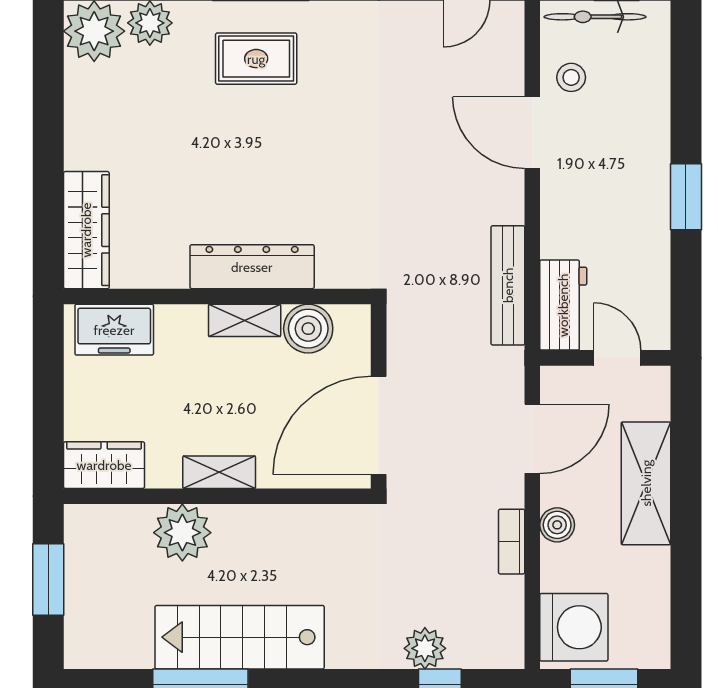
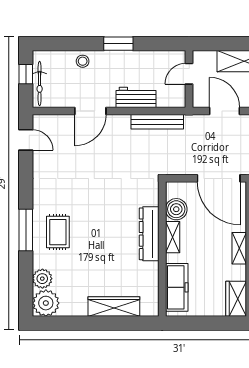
stool: (571, 77) -> (83, 61), moved
wardrobe: (86, 230) -> (114, 306), moved
workbench: (563, 305) -> (136, 97), moved
freezer: (114, 330) -> (177, 287), width x1.40

